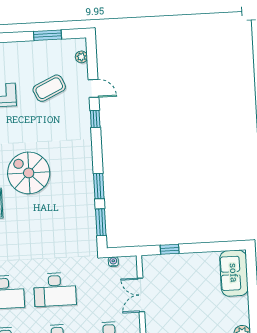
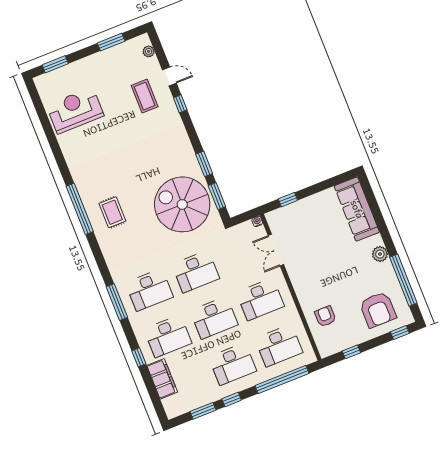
coffee table: (49, 88) -> (145, 96), moved, turned -65
spiral stairs: (29, 173) -> (182, 204), moved, width x1.37, depth x1.37
water cooler: (113, 262) -> (257, 221), moved
sofa: (234, 273) -> (357, 209), width x1.36

